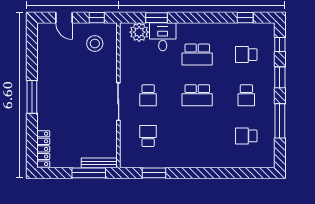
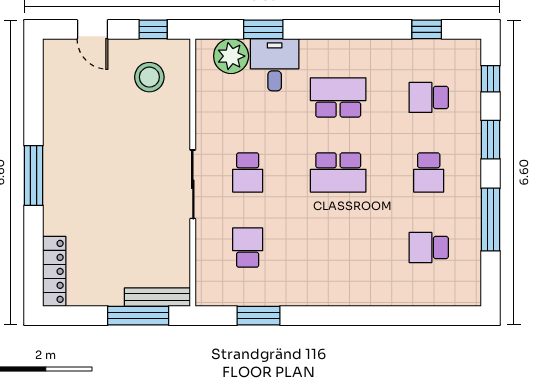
school desk: (197, 55) -> (338, 97), turned 180

